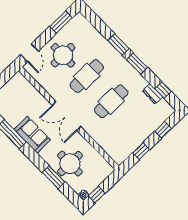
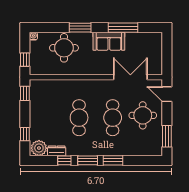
window: (163, 90) -> (64, 160), moved
plant: (163, 109) -> (39, 148), added
double door: (66, 116) -> (130, 77), moved
window: (141, 151) -> (25, 93), moved
window: (54, 177) -> (80, 28), moved
window: (97, 195) -> (25, 60), moved

